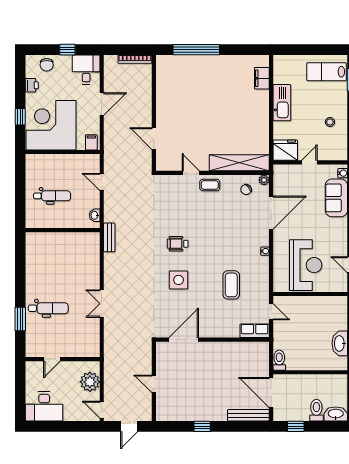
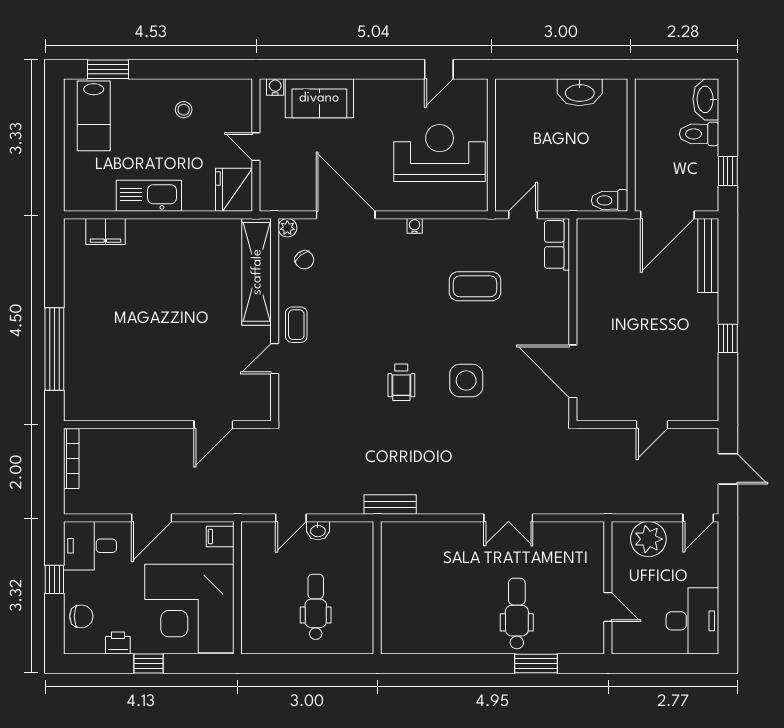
door: (102, 104) -> (152, 518), swing flipped
window: (20, 117) -> (148, 664), moved
washbasin: (95, 215) -> (318, 531), moved

